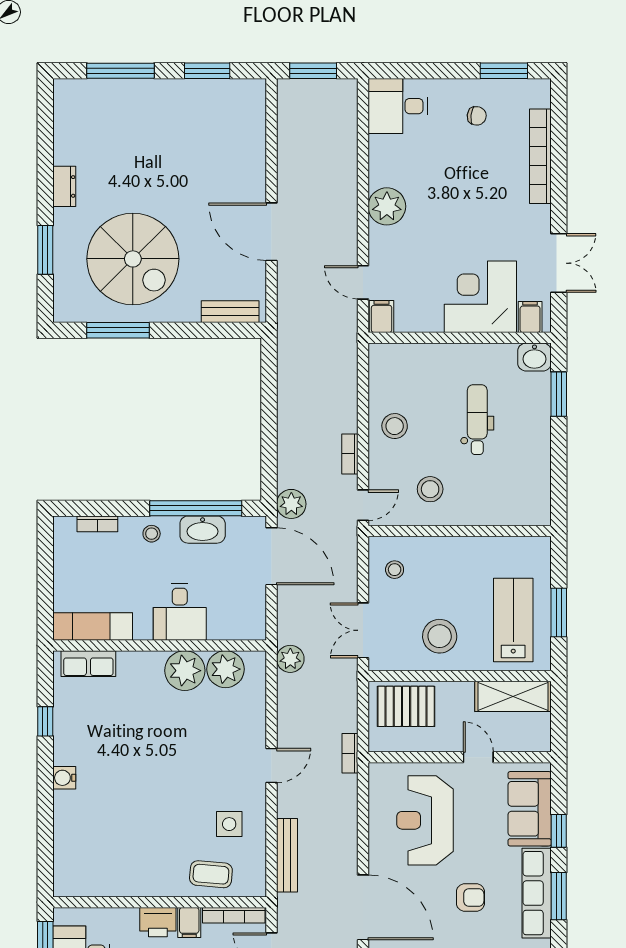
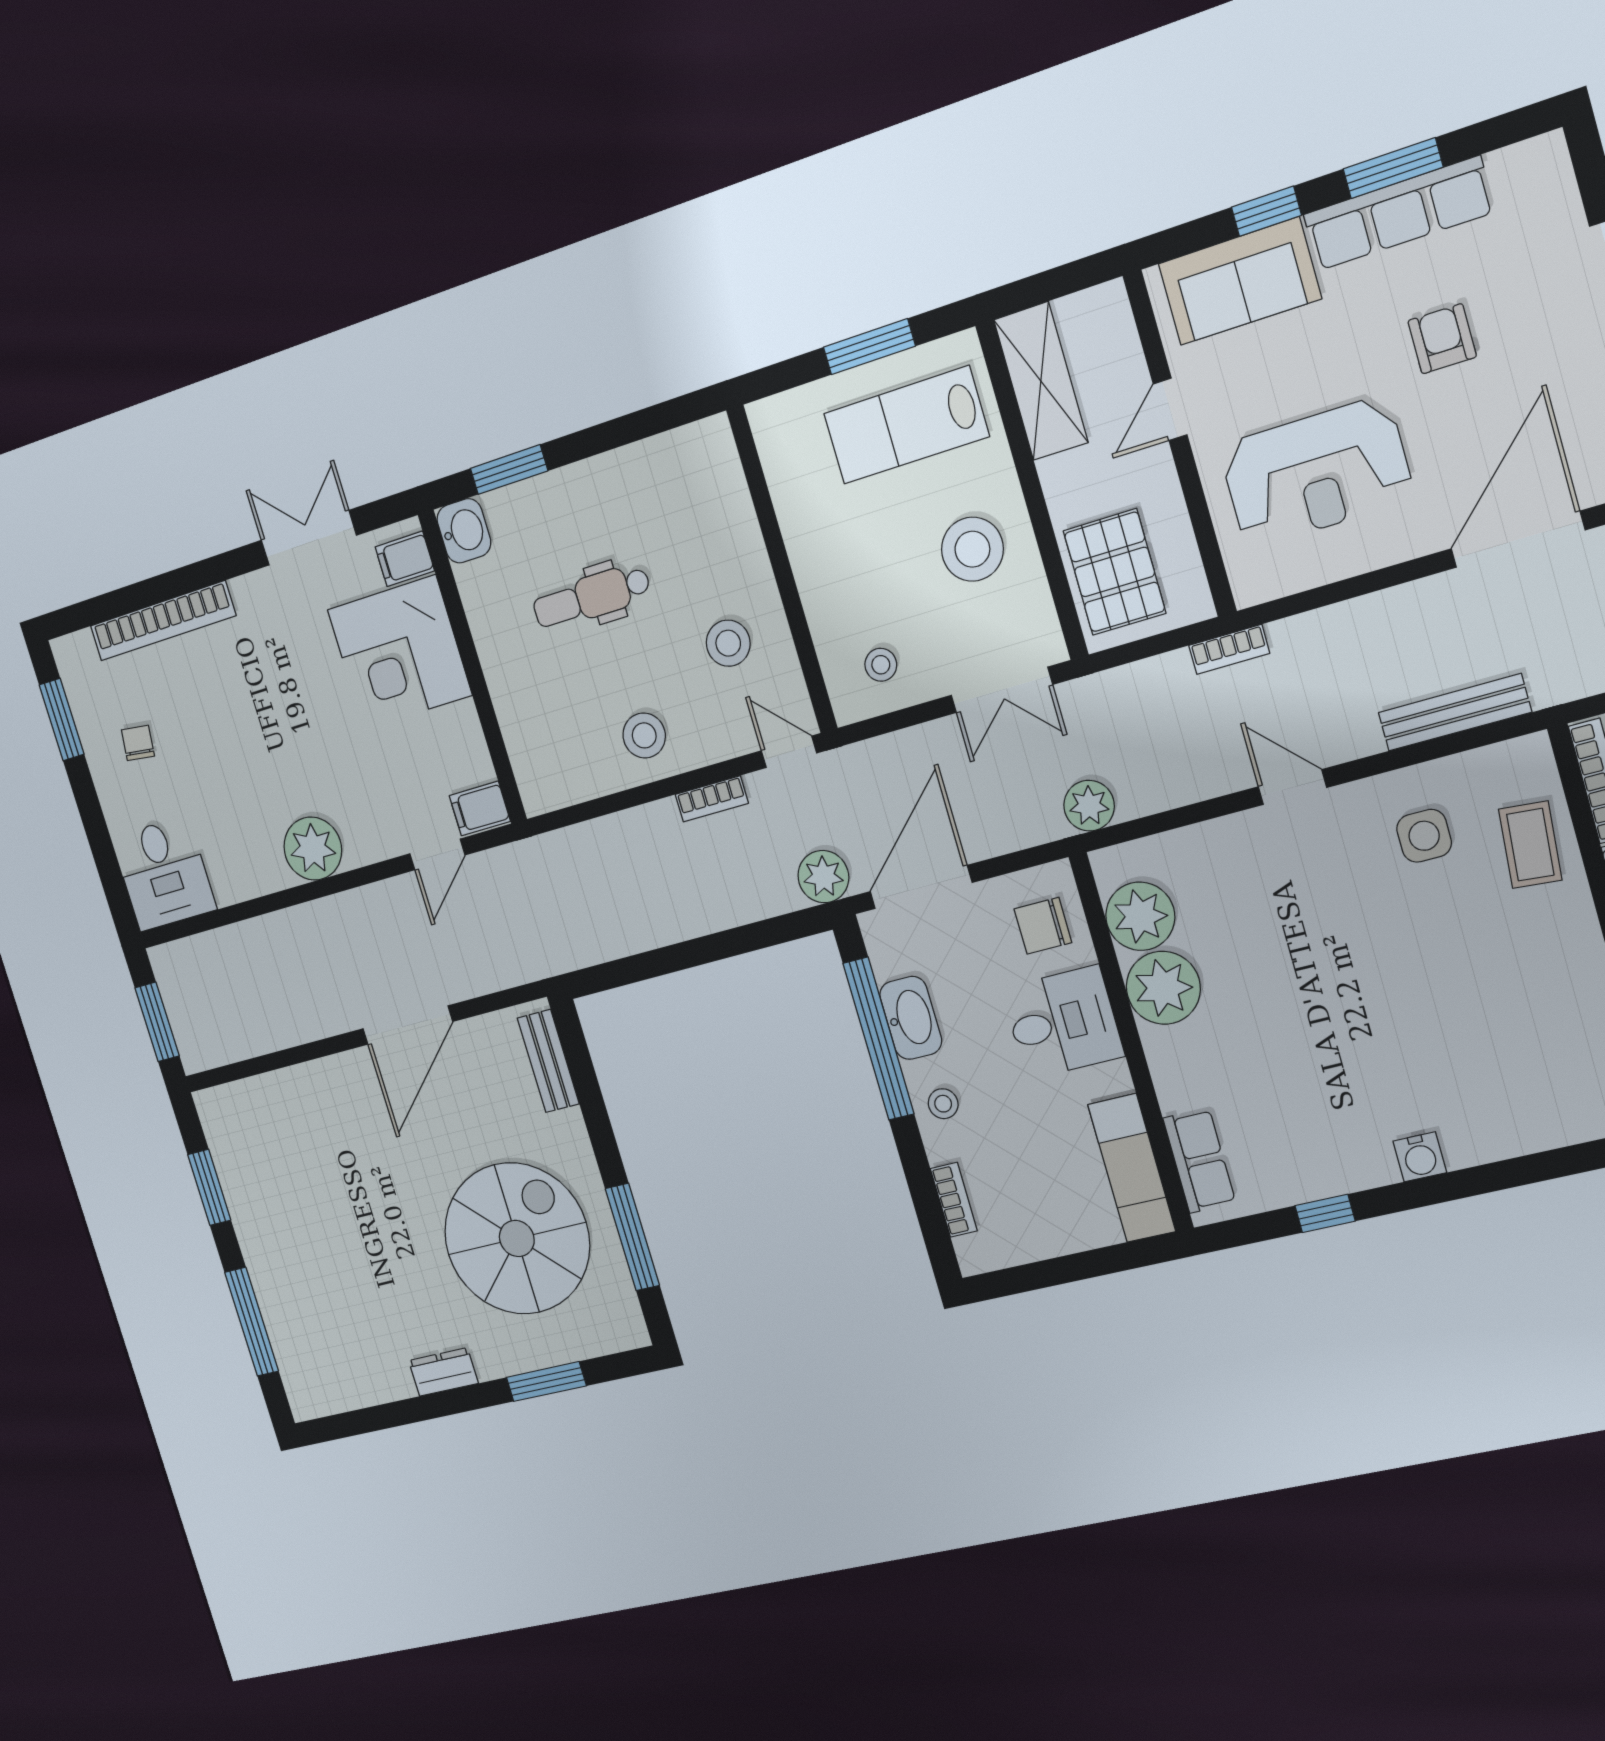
chair: (234, 616) -> (1043, 926), added

